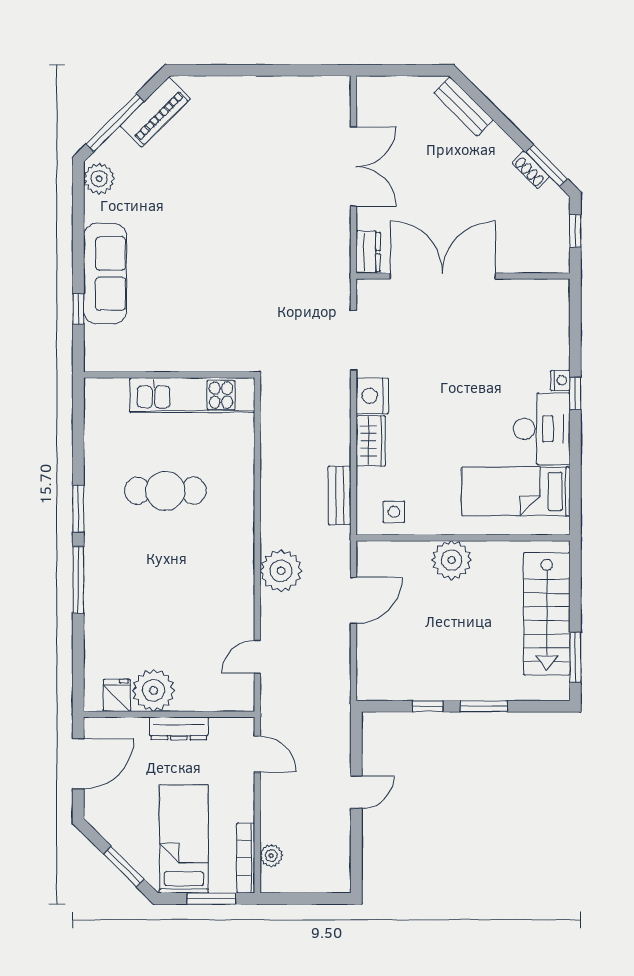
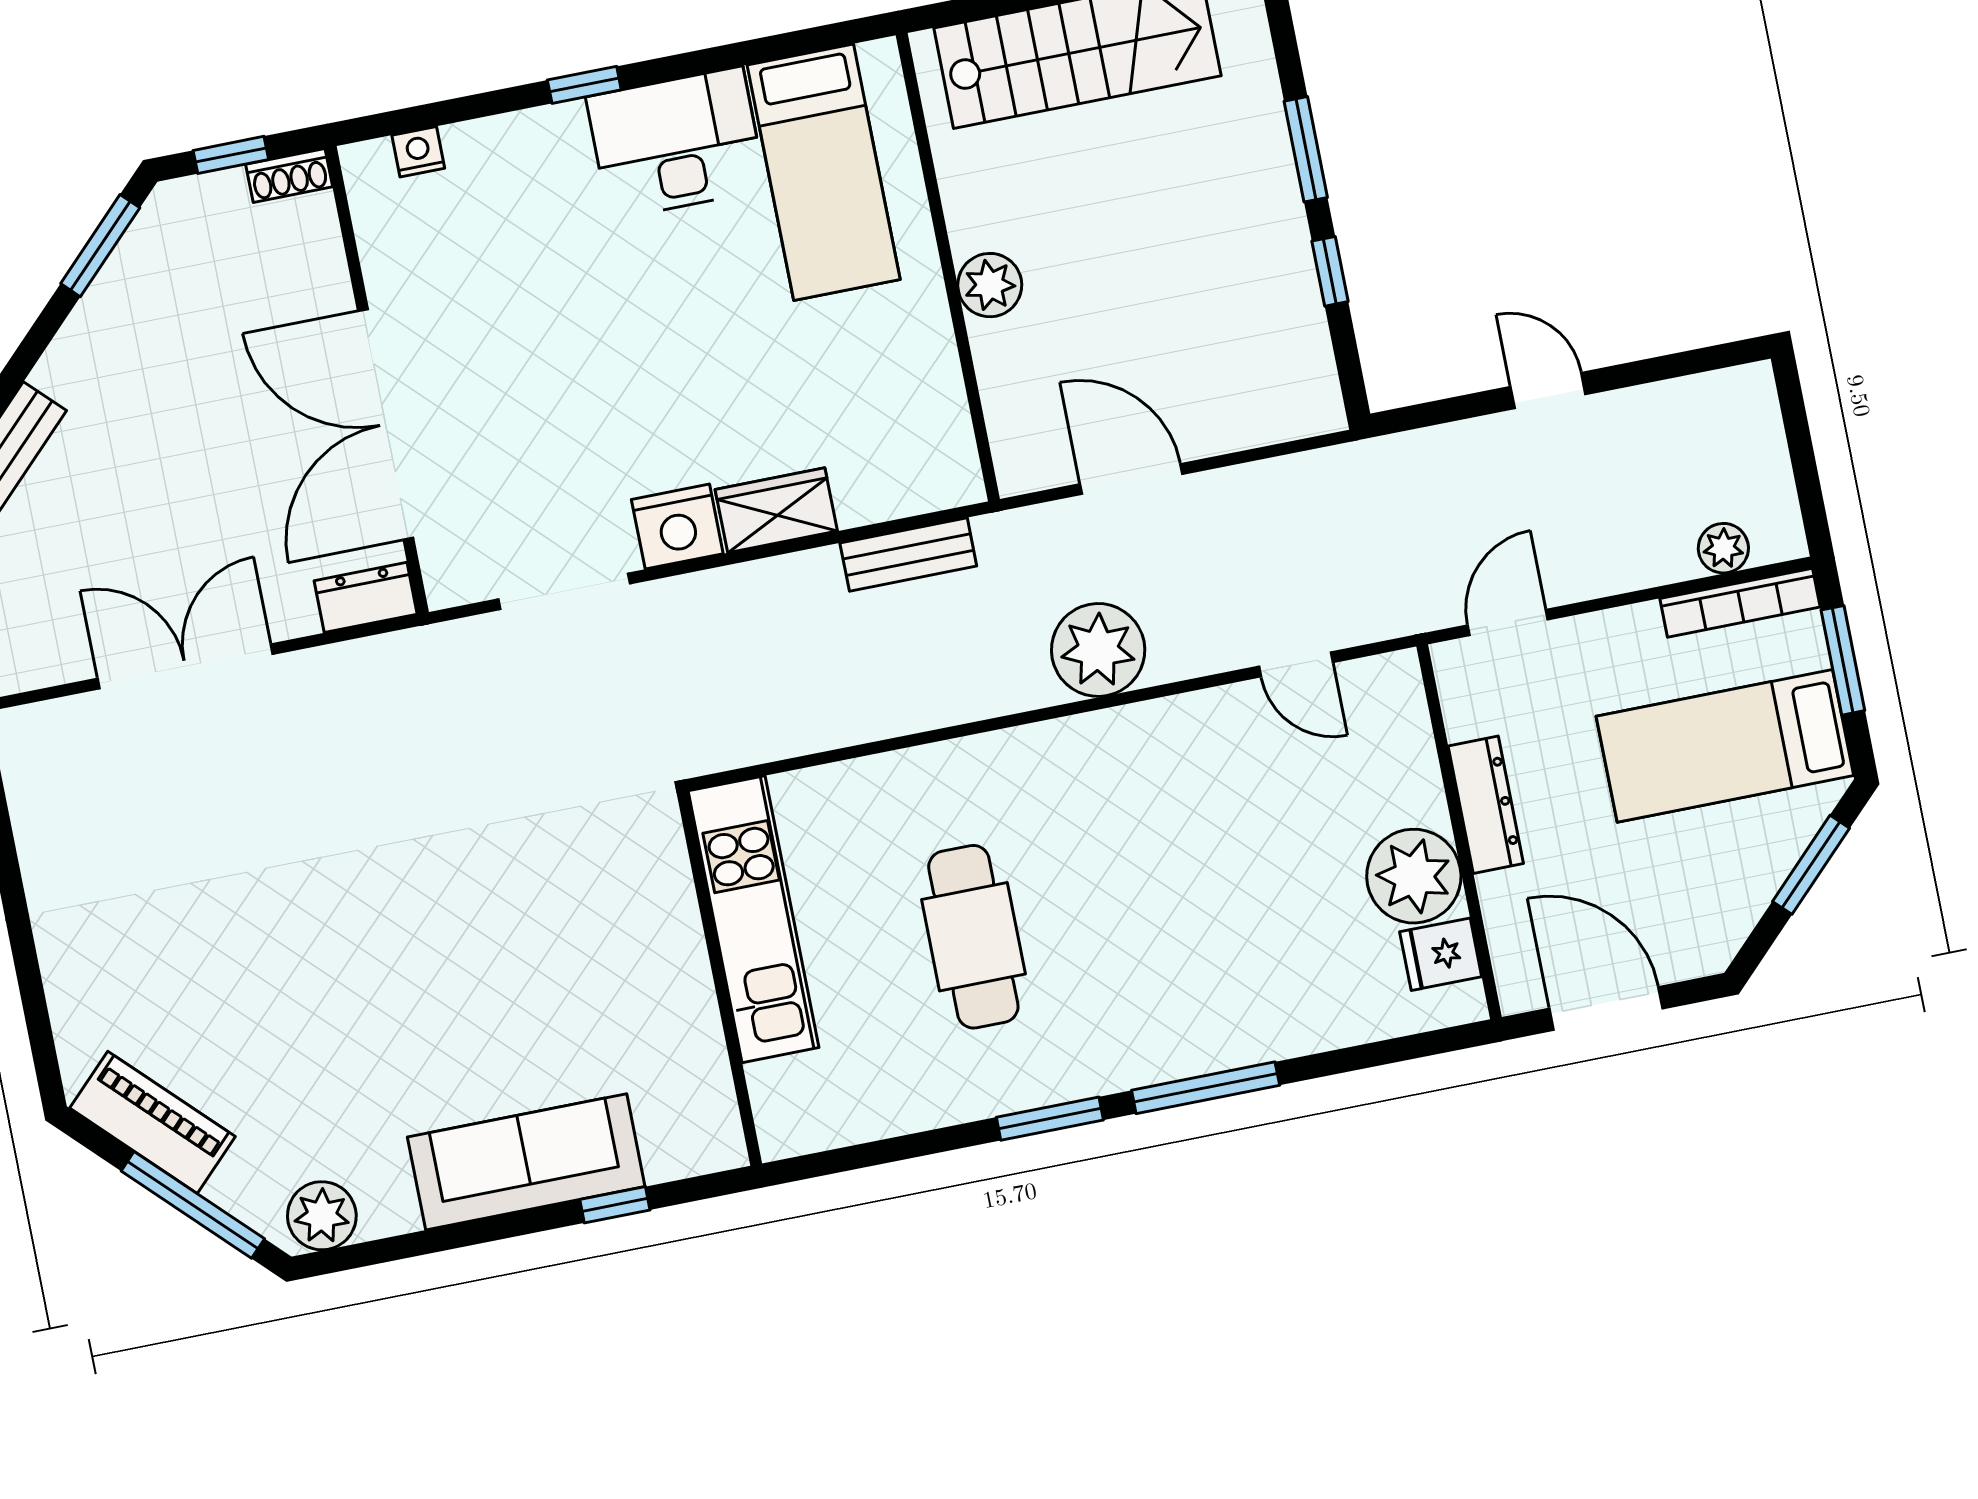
shoe rack: (531, 170) -> (289, 175), moved, turned 45
nightstand: (560, 380) -> (418, 152), moved
side table: (394, 512) -> (921, 429), removed
plant: (452, 560) -> (990, 285), width x0.73, depth x0.73

